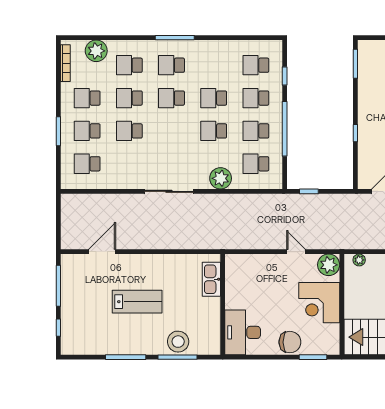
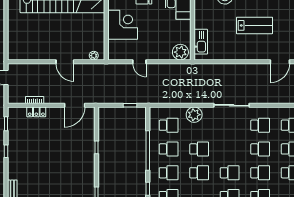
school desk: (129, 164) -> (260, 125), added
plant: (329, 265) -> (180, 52), moved
lab bench: (137, 302) -> (254, 25), turned 180

